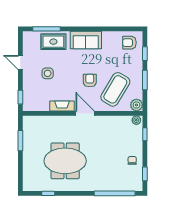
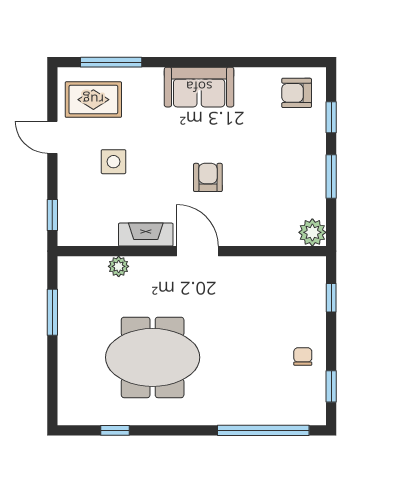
rug: (53, 42) -> (93, 100), moved
coffee table: (115, 89) -> (265, 198), removed
plant: (136, 120) -> (119, 266), moved

